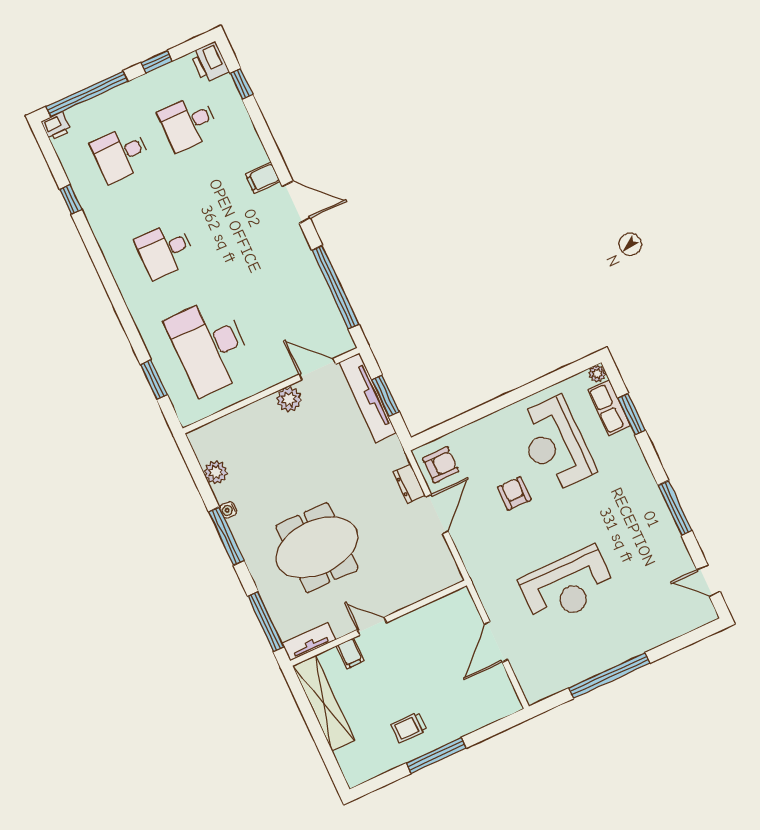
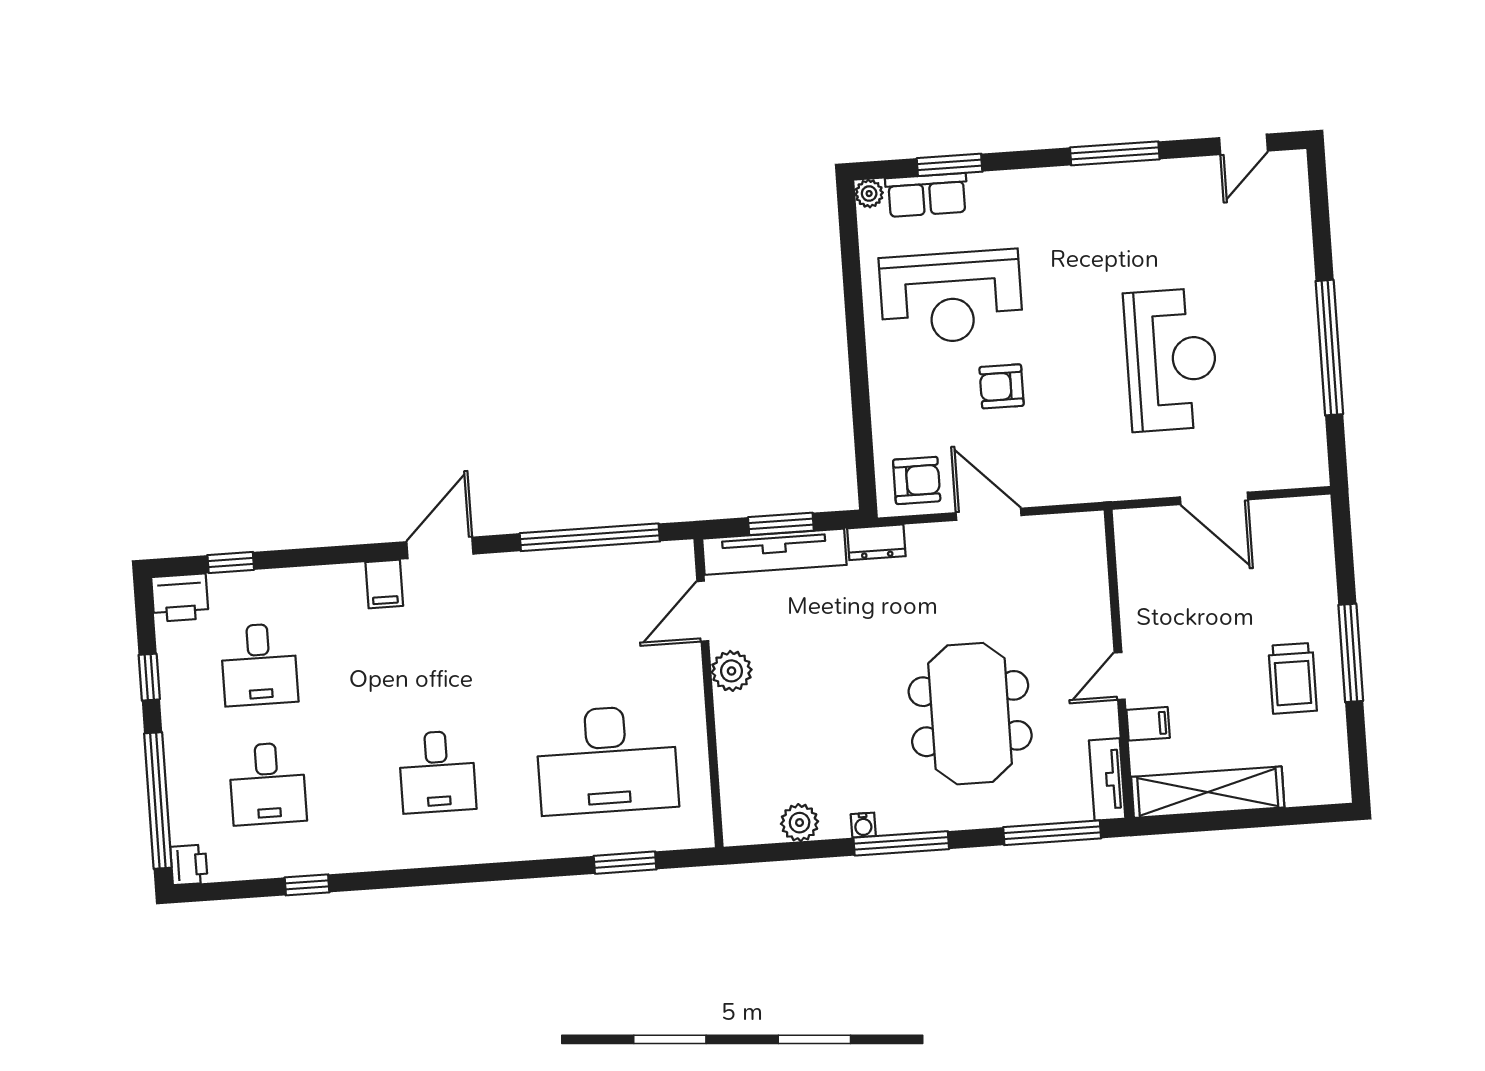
armchair: (441, 465) -> (917, 480), turned 90
dresser: (409, 484) -> (876, 542), moved
trolley: (409, 727) -> (1293, 678), width x1.36, depth x1.39

